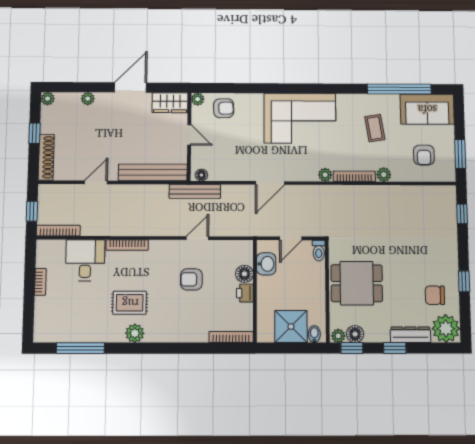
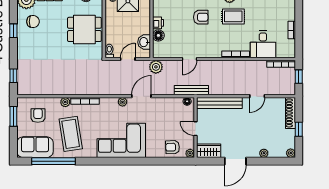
coffee table: (375, 128) -> (71, 134), width x1.86, depth x1.72
plant: (325, 175) -> (123, 102), moved
plant: (248, 226) -> (156, 67), added
armchair: (191, 279) -> (201, 17), moved

